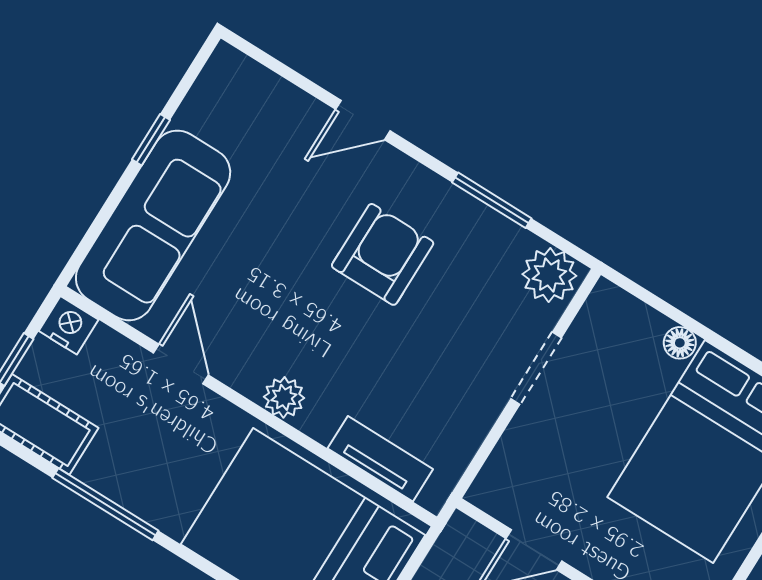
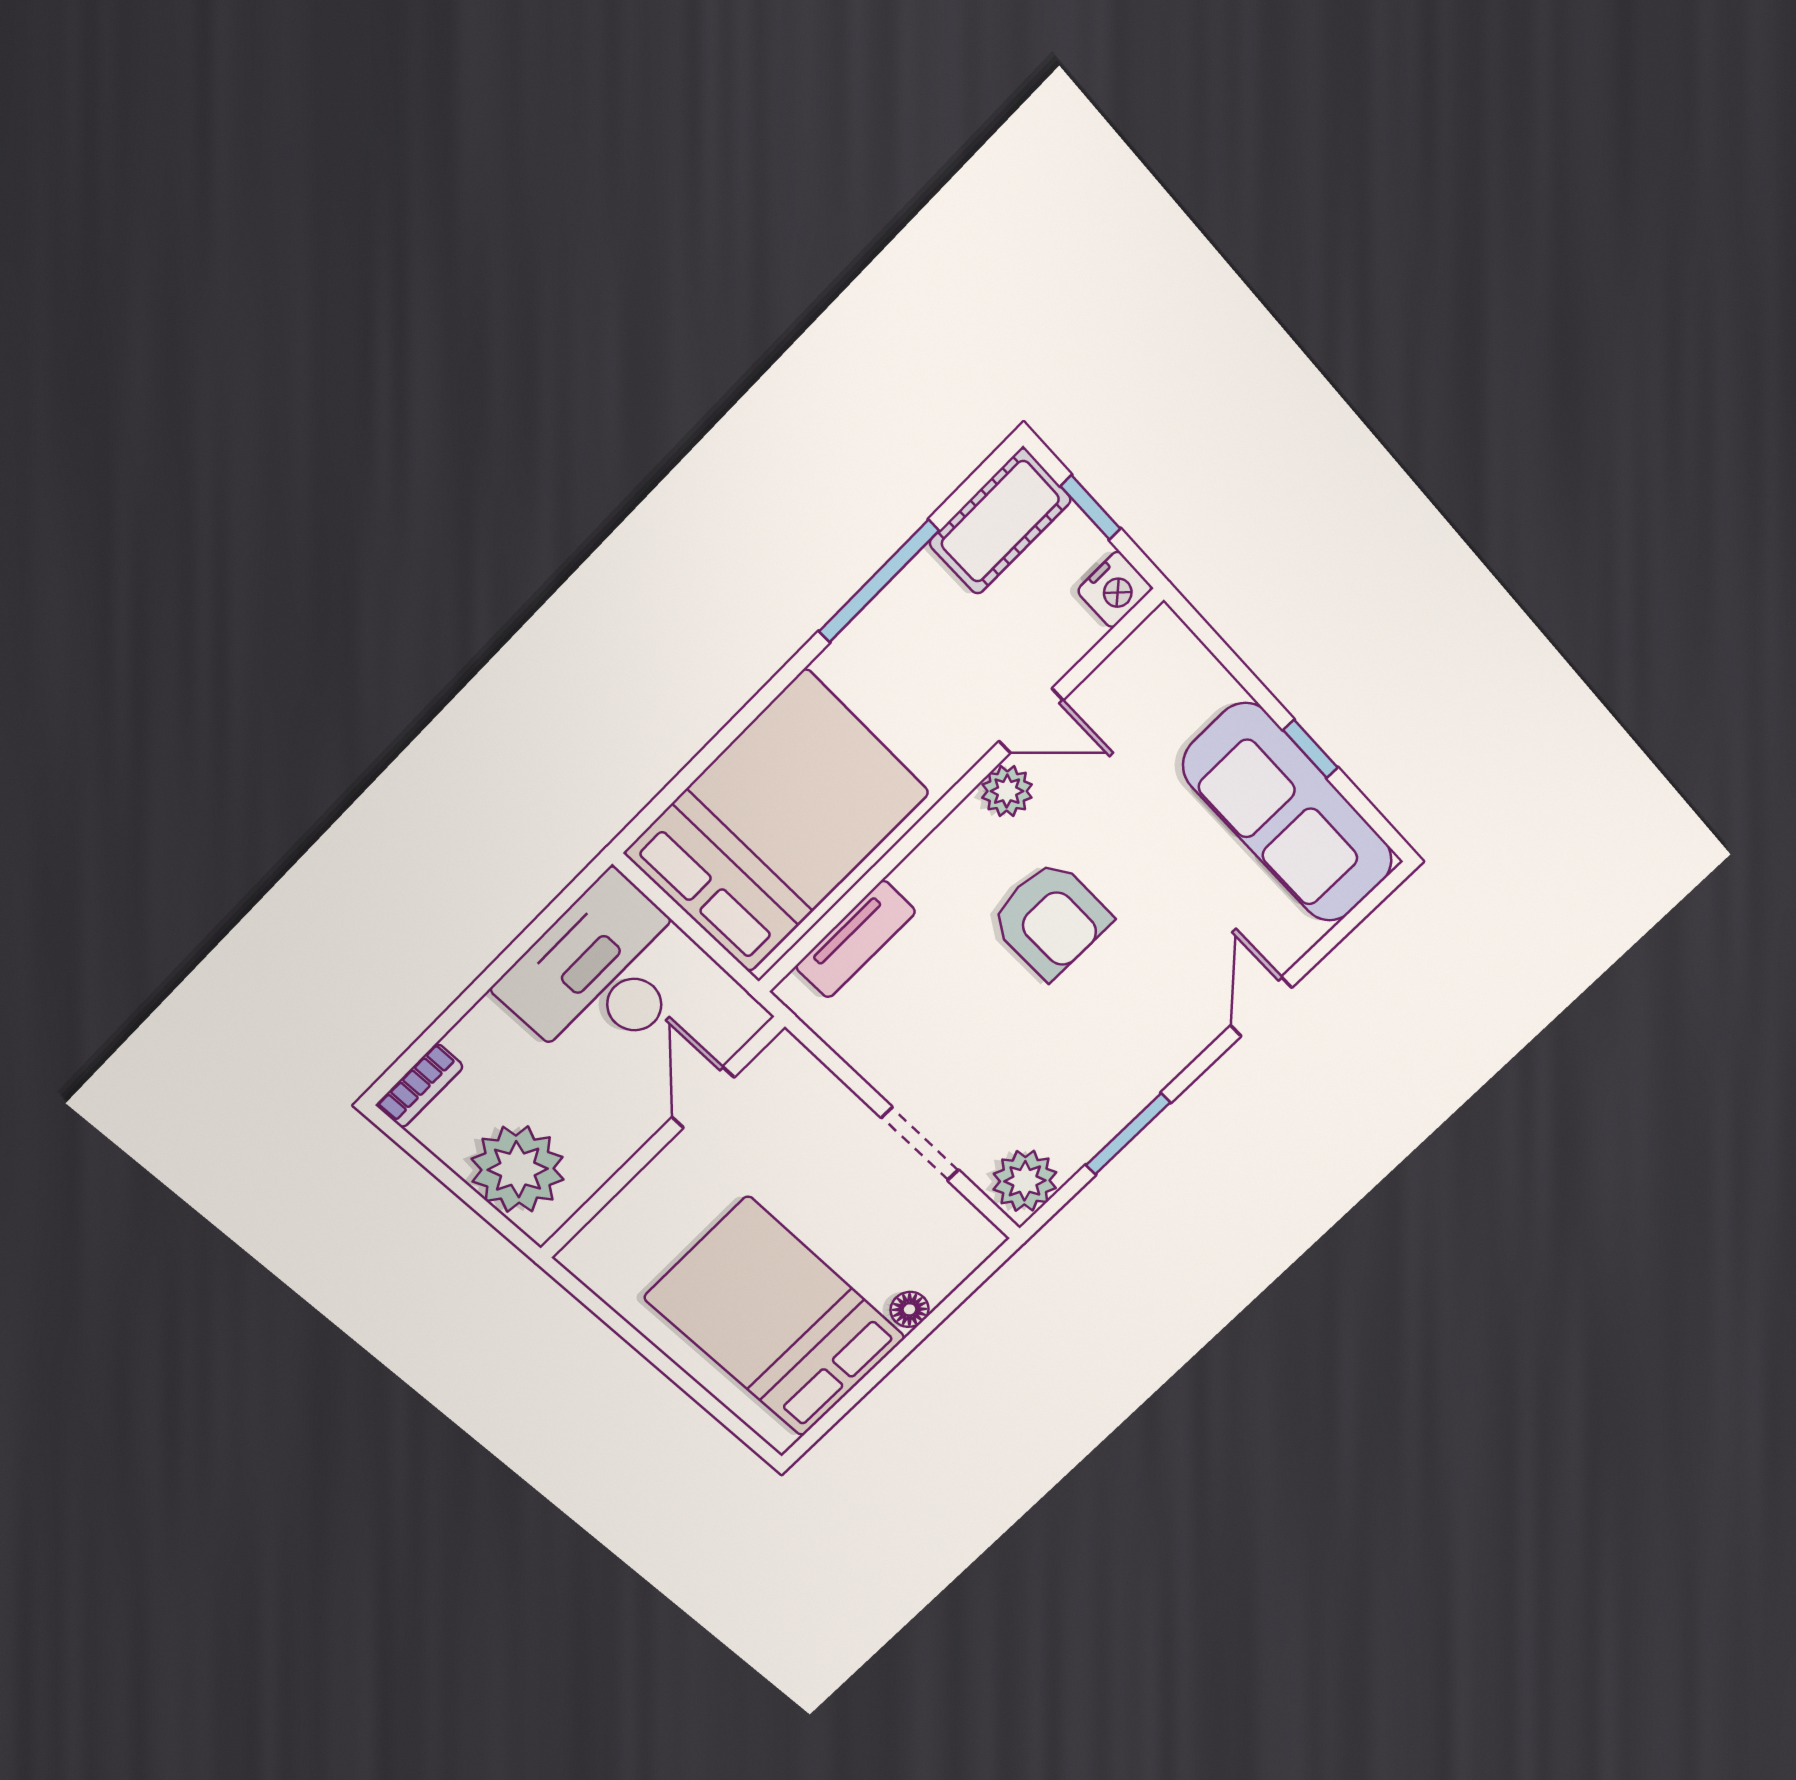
sofa: (153, 225) -> (1288, 813), moved
armchair: (383, 254) -> (1051, 920), moved
plant: (284, 397) -> (1007, 791), moved

